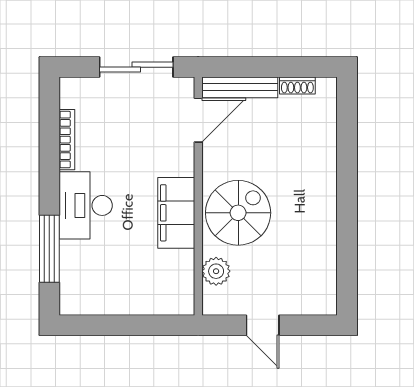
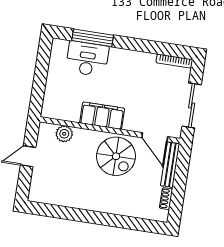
bookcase: (67, 140) -> (174, 61), moved
desk: (86, 205) -> (87, 59), moved
spiral stairs: (238, 213) -> (116, 156), moved

